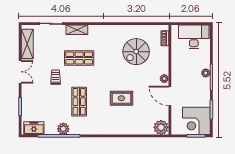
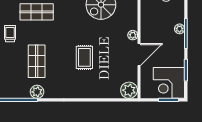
door: (170, 96) -> (139, 55), swing flipped
rug: (121, 98) -> (84, 57), turned 90
plant: (63, 129) -> (37, 92), moved

